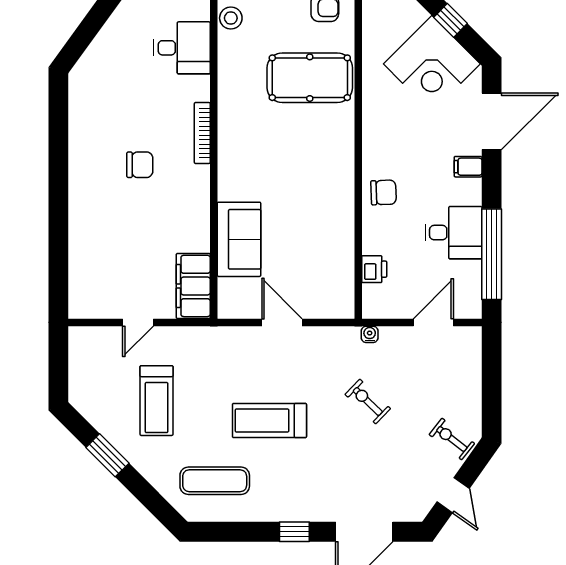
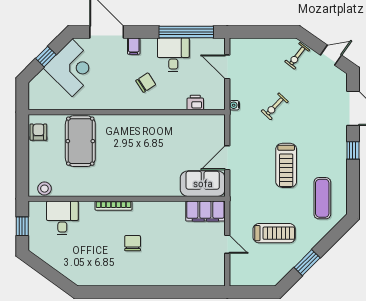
chair: (384, 192) -> (146, 83), moved, turned 59
sofa: (239, 239) -> (203, 184), moved

